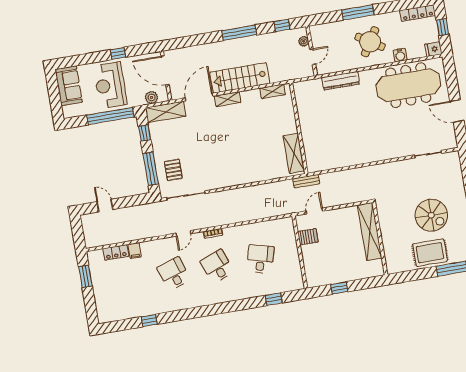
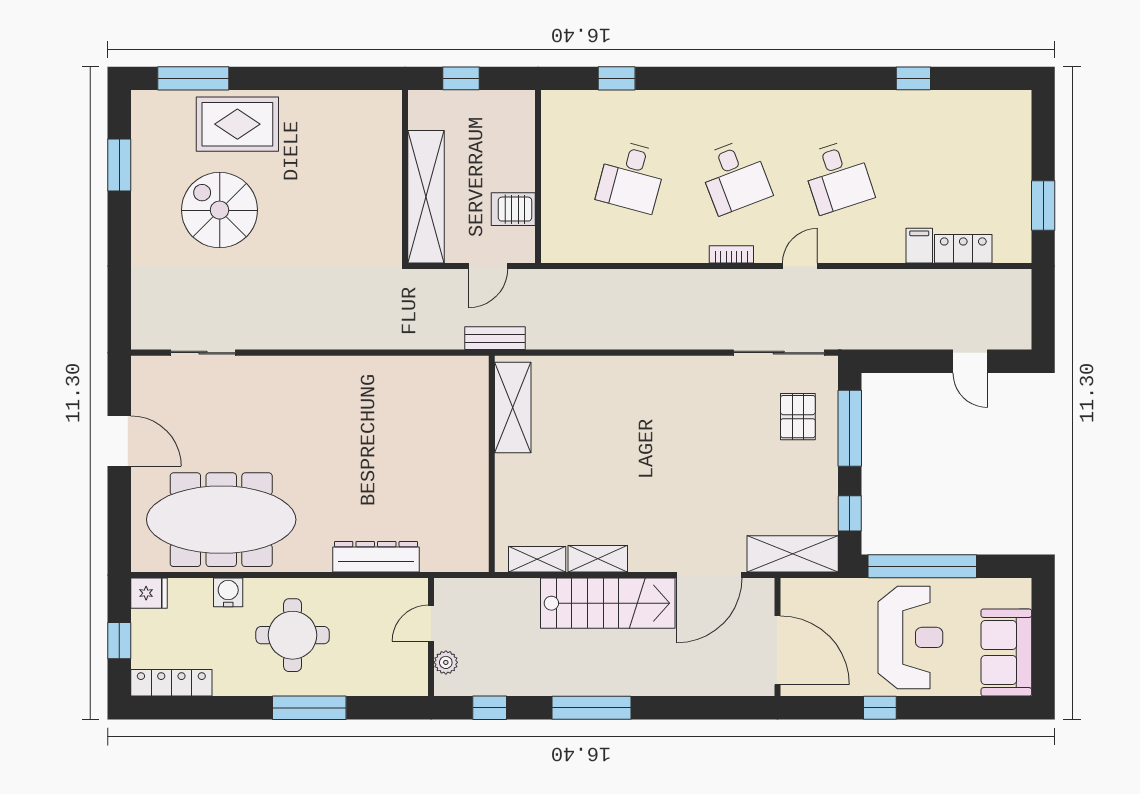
round table: (370, 42) -> (293, 635), turned -32
plant: (152, 97) -> (820, 593), removed
shelving: (228, 99) -> (598, 559), moved
shelving: (370, 232) -> (426, 197), moved
wall: (380, 239) -> (405, 177), moved

